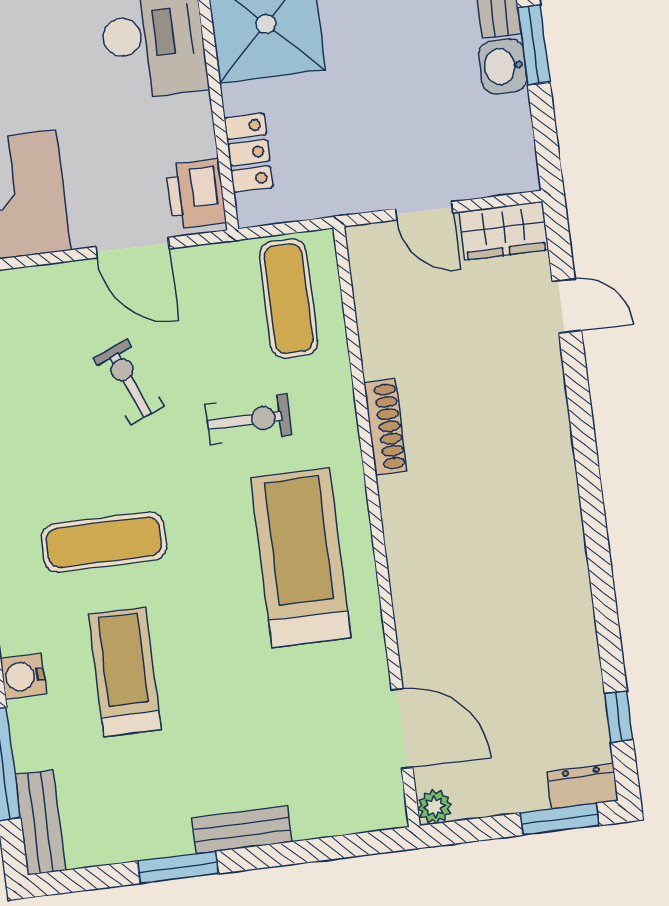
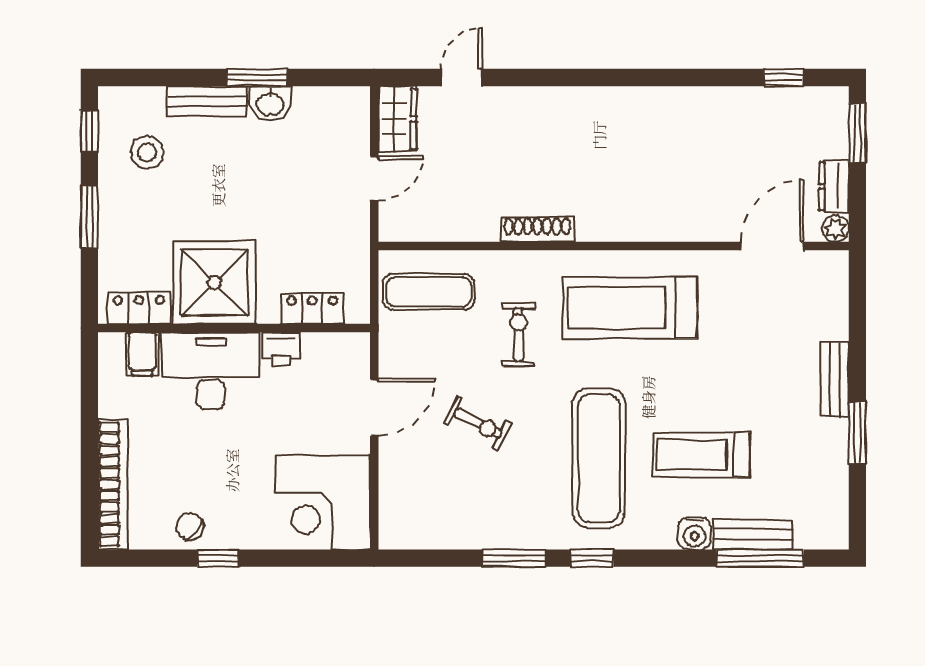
printer: (196, 194) -> (281, 349), moved, width x0.73, depth x0.81
exercise bike: (129, 382) -> (478, 423), turned -131
exercise mat: (104, 542) -> (599, 458), width x1.36, depth x1.45
dresser: (583, 786) -> (834, 186), moved
bench: (40, 822) -> (753, 535), moved

